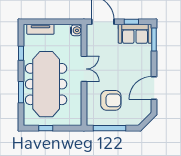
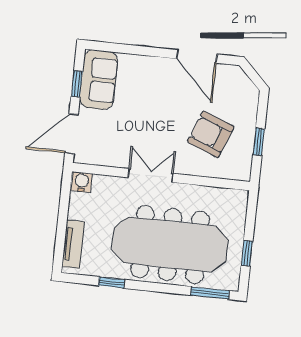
window: (154, 39) -> (112, 47), removed
window: (21, 92) -> (210, 293), moved
armchair: (111, 100) -> (211, 134), turned -69
window: (110, 128) -> (259, 142), width x0.46

